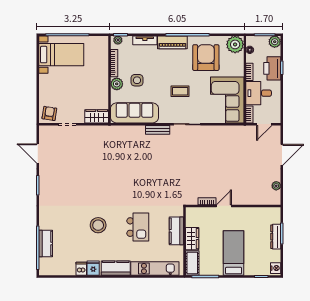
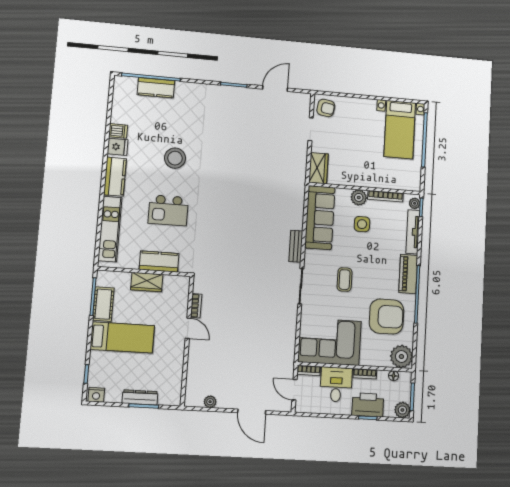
tv unit: (145, 40) -> (413, 232), width x1.41
cot: (192, 263) -> (103, 304), moved, turned 90

